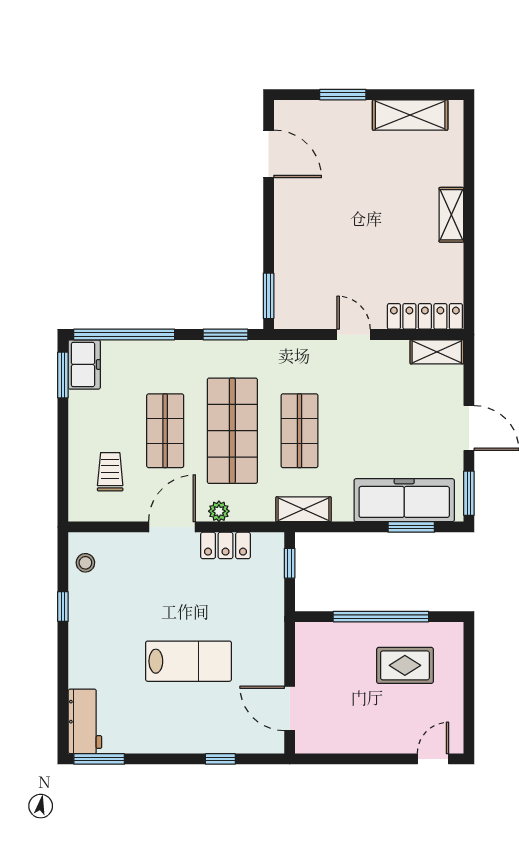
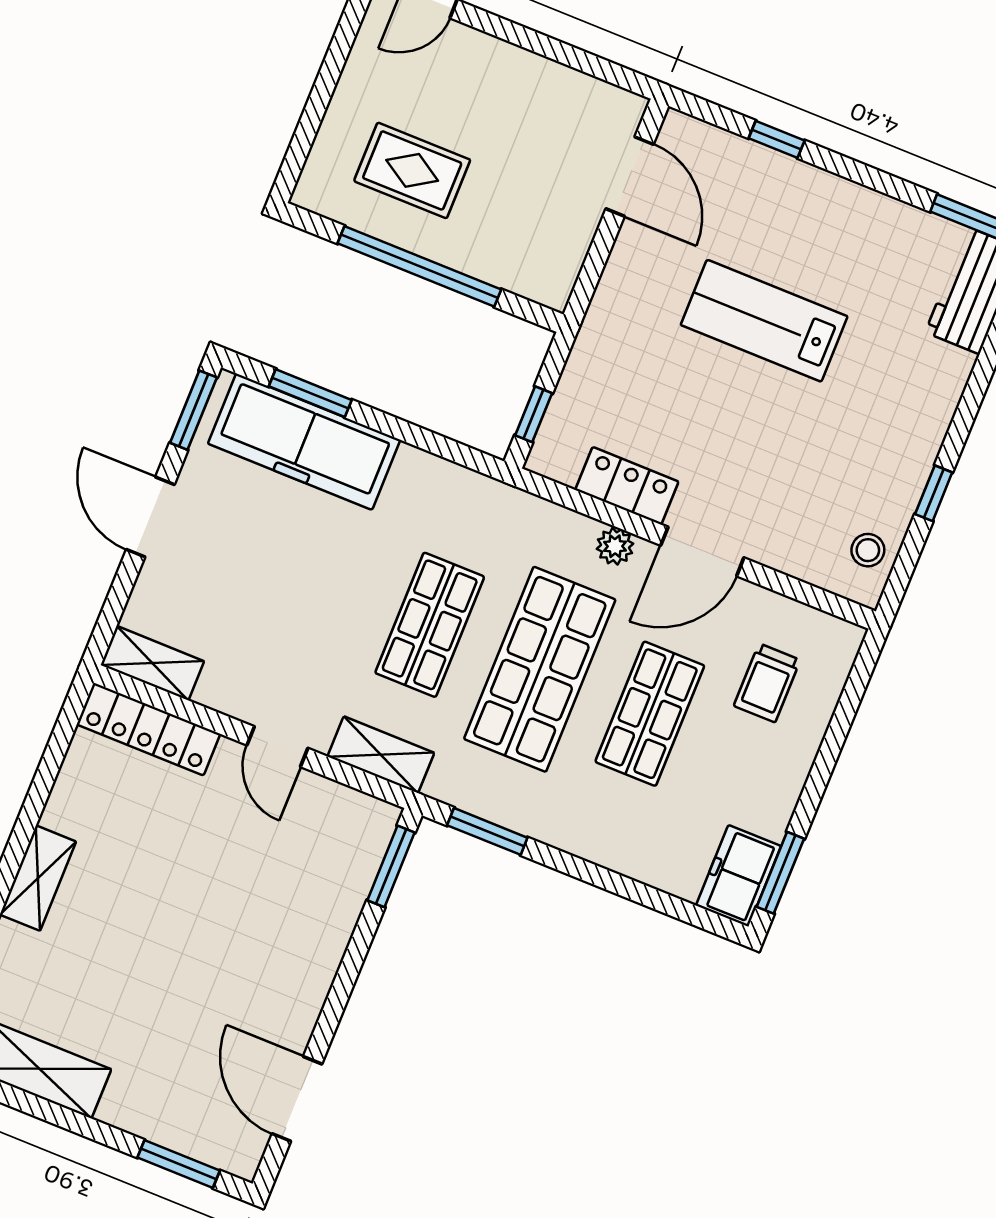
window: (343, 95) -> (179, 1164), moved
window: (124, 335) -> (653, 898), removed
shelving: (304, 509) -> (381, 755), moved

